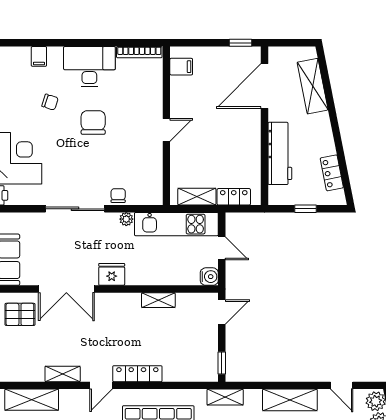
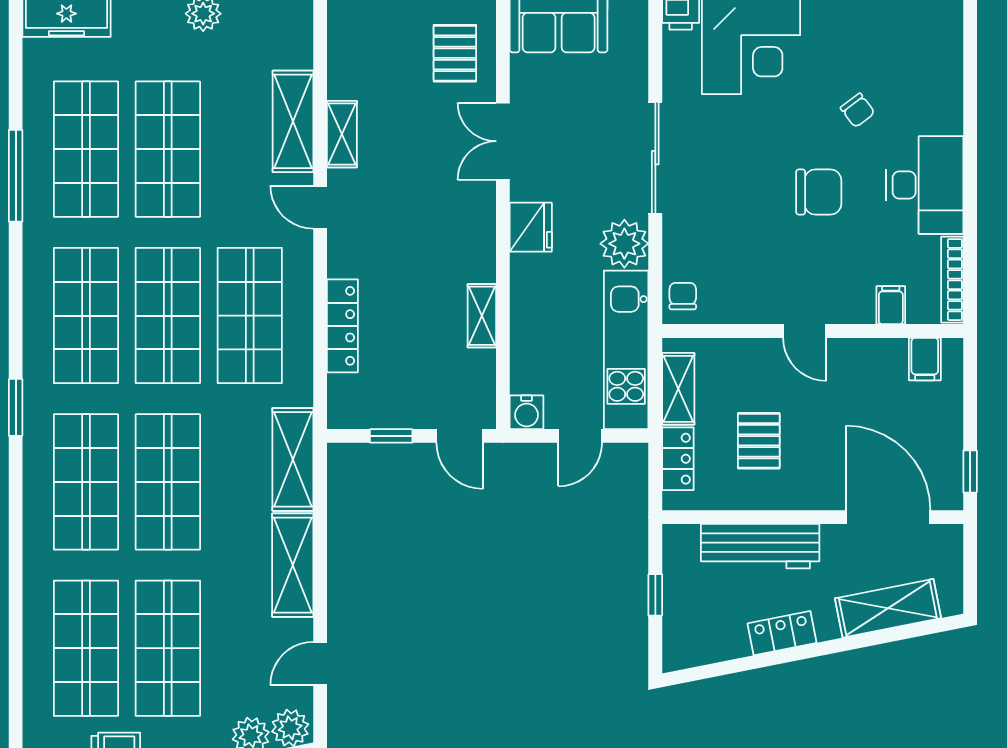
filing cabinet: (39, 56) -> (891, 305), moved, turned 90
chair: (50, 102) -> (858, 110), turned -55
pallet: (224, 154) -> (759, 441), added
locker: (332, 173) -> (782, 633), moved
chair: (118, 196) -> (683, 296), moved, turned -90
plant: (126, 219) -> (624, 244), width x1.87, depth x1.87
double door: (66, 289) -> (503, 141), width x0.73
window: (222, 363) -> (391, 436), moved
locker: (137, 374) -> (342, 326), moved
shelving: (225, 397) -> (293, 459), width x1.50, depth x1.33
shelving: (32, 400) -> (293, 121), moved

